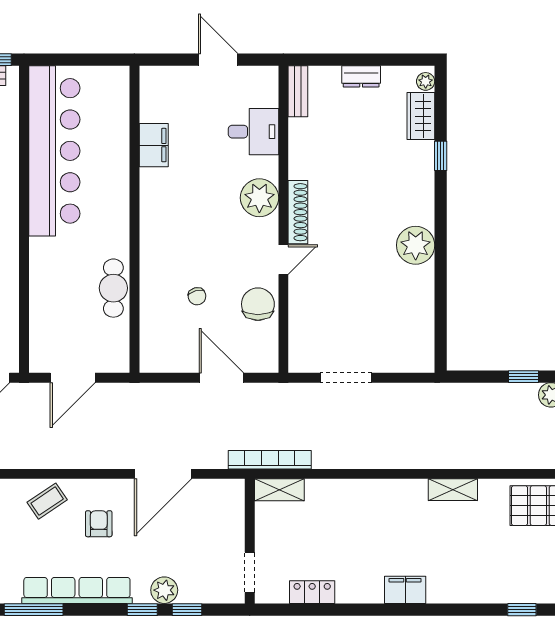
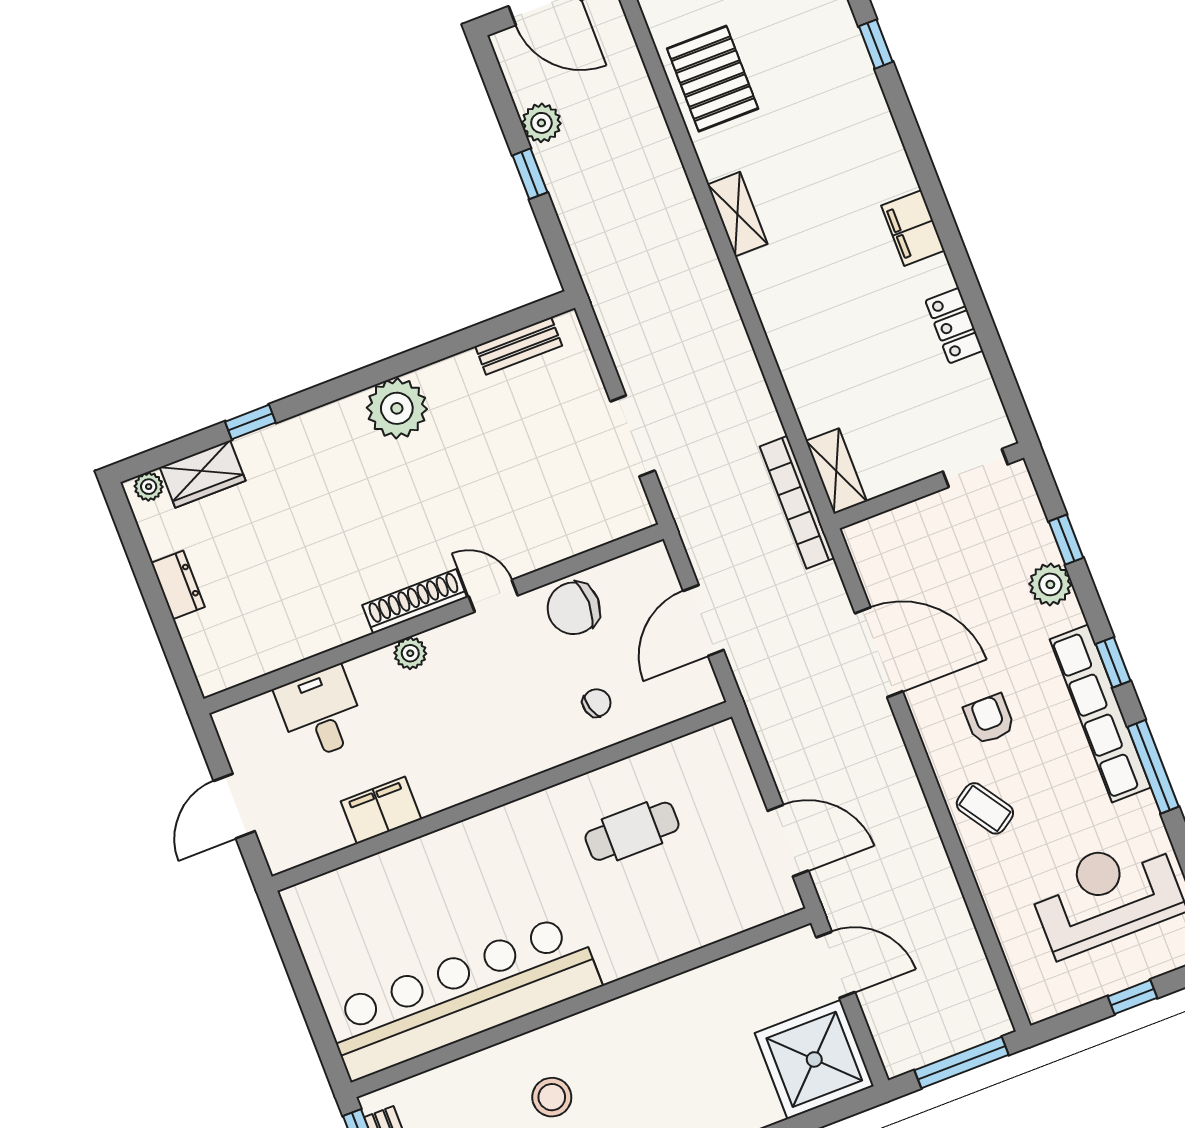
bench: (298, 91) -> (519, 346), moved
filing cabinet: (154, 145) -> (381, 810), moved
plant: (259, 198) -> (410, 653), width x0.53, depth x0.53
wall: (134, 219) -> (502, 797), moved
armchair: (99, 524) -> (989, 719), turned 90
locker: (312, 592) -> (954, 326), moved
window: (142, 610) -> (1113, 662), moved

